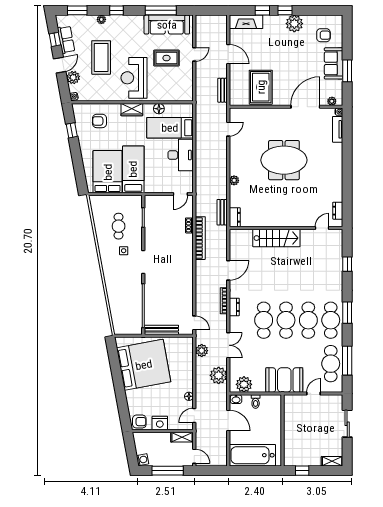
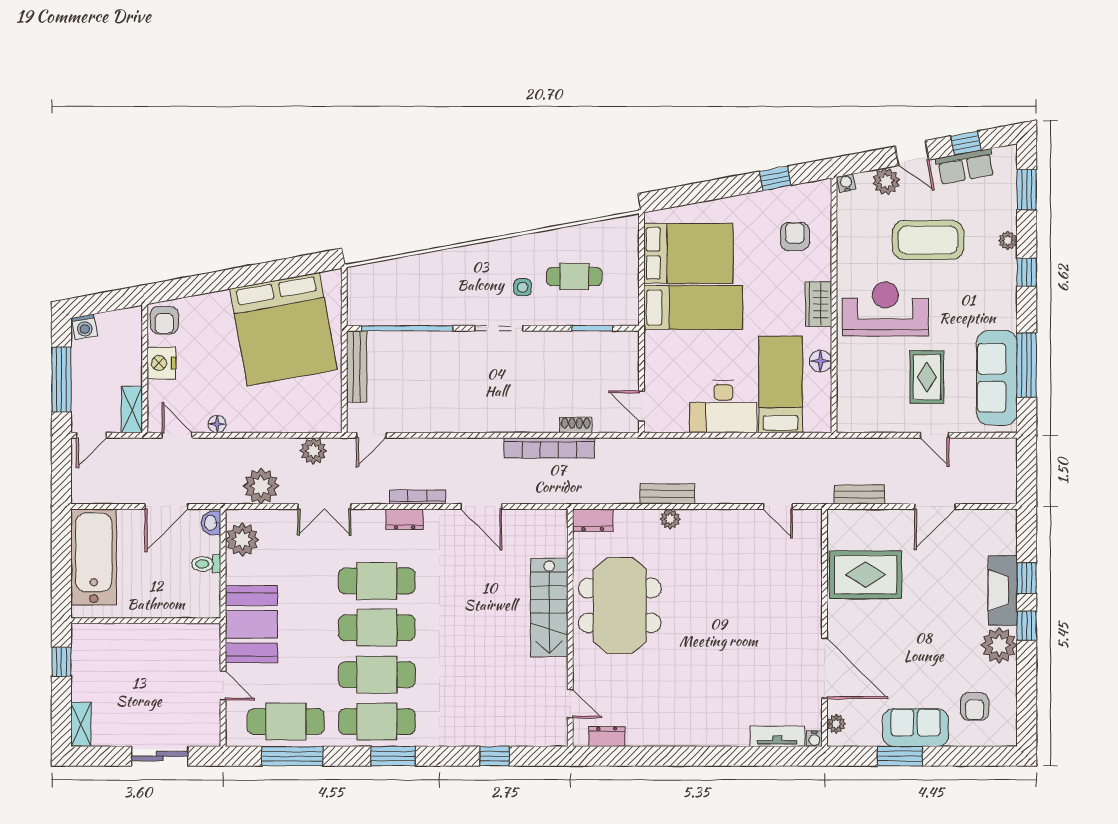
fireplace: (246, 22) -> (1003, 590), moved
meeting table: (284, 160) -> (620, 605), moved
bench: (222, 212) -> (667, 494), moved

